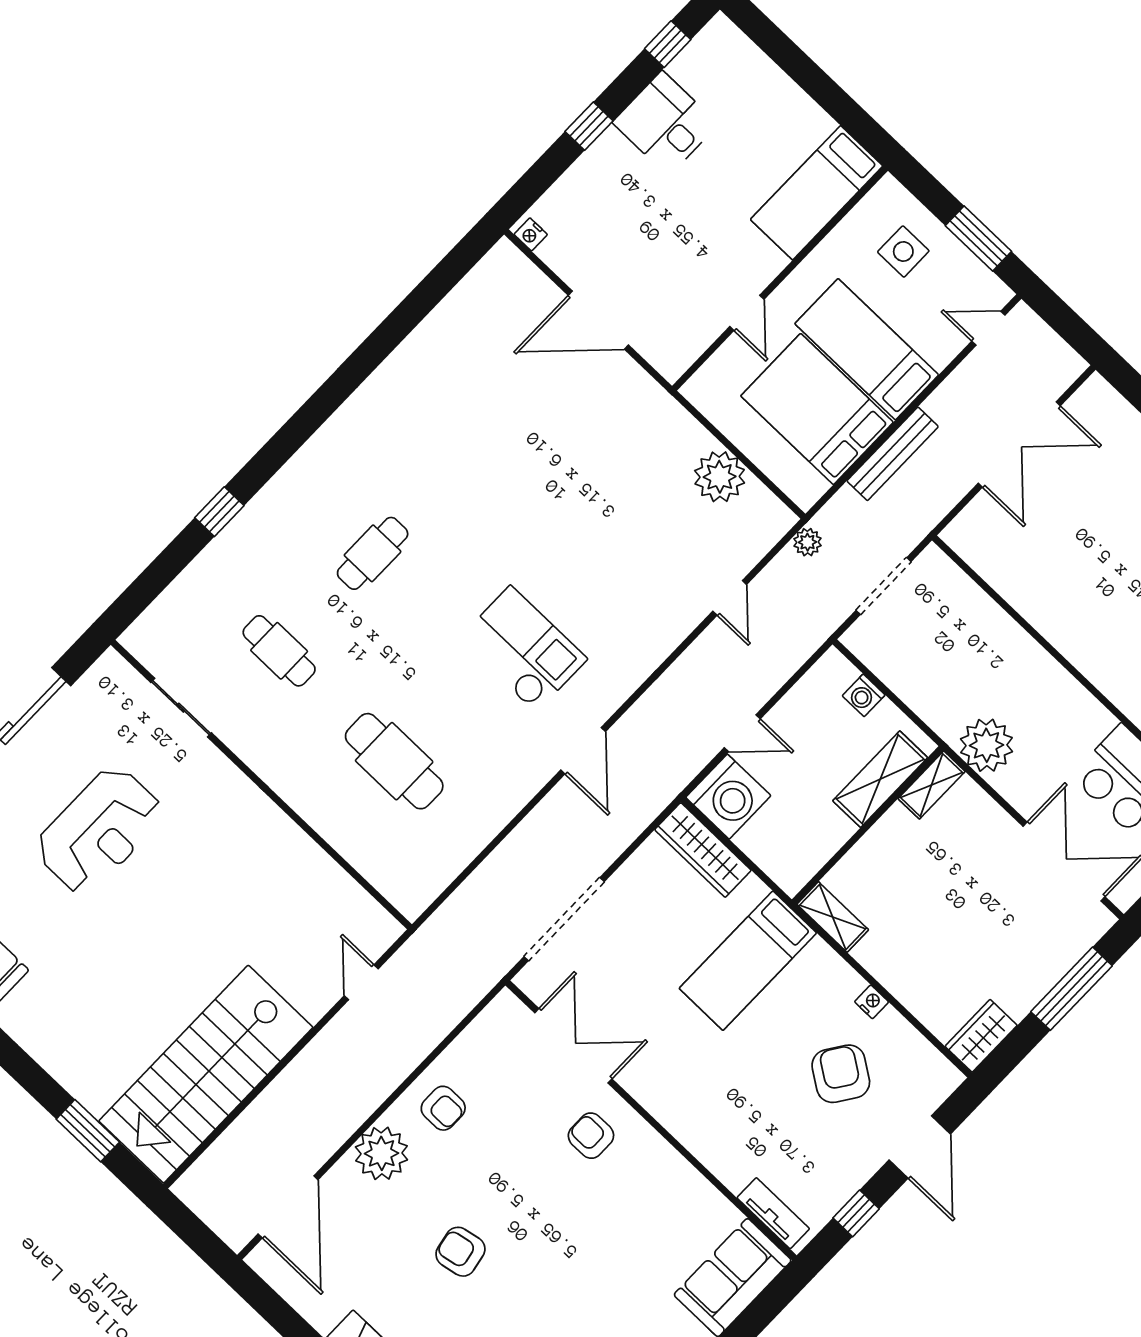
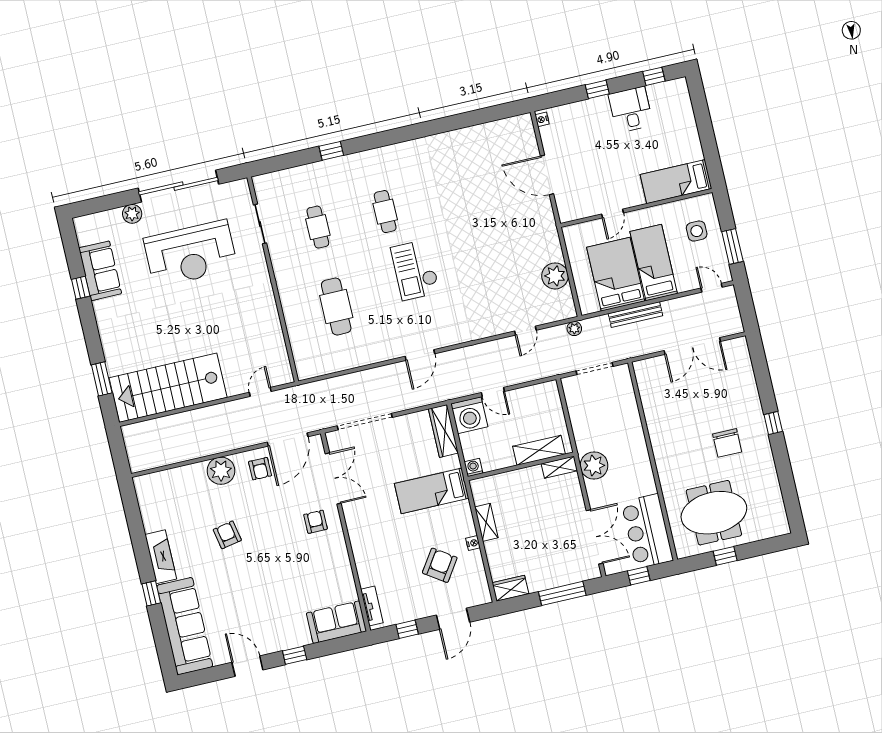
cafe table: (373, 553) -> (385, 212), turned 90
checkout: (523, 649) -> (415, 270), moved, turned 180
washing machine: (864, 695) -> (473, 468), moved, turned 90
reception desk: (99, 830) -> (191, 254), width x1.36, depth x1.30
shelving: (833, 917) -> (486, 522), moved
door: (288, 1207) -> (288, 439), moved

